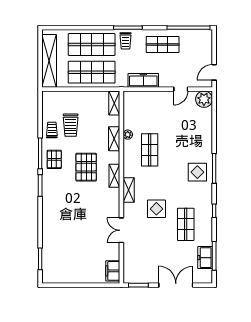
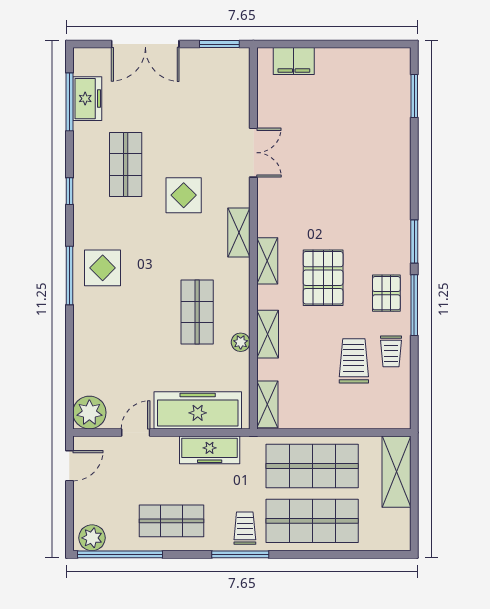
plant: (203, 36) -> (92, 538), added
shelving: (49, 61) -> (396, 472), width x0.68
freezer: (149, 100) -> (198, 410), added
filing cabinet: (113, 271) -> (294, 61), moved, turned 90

